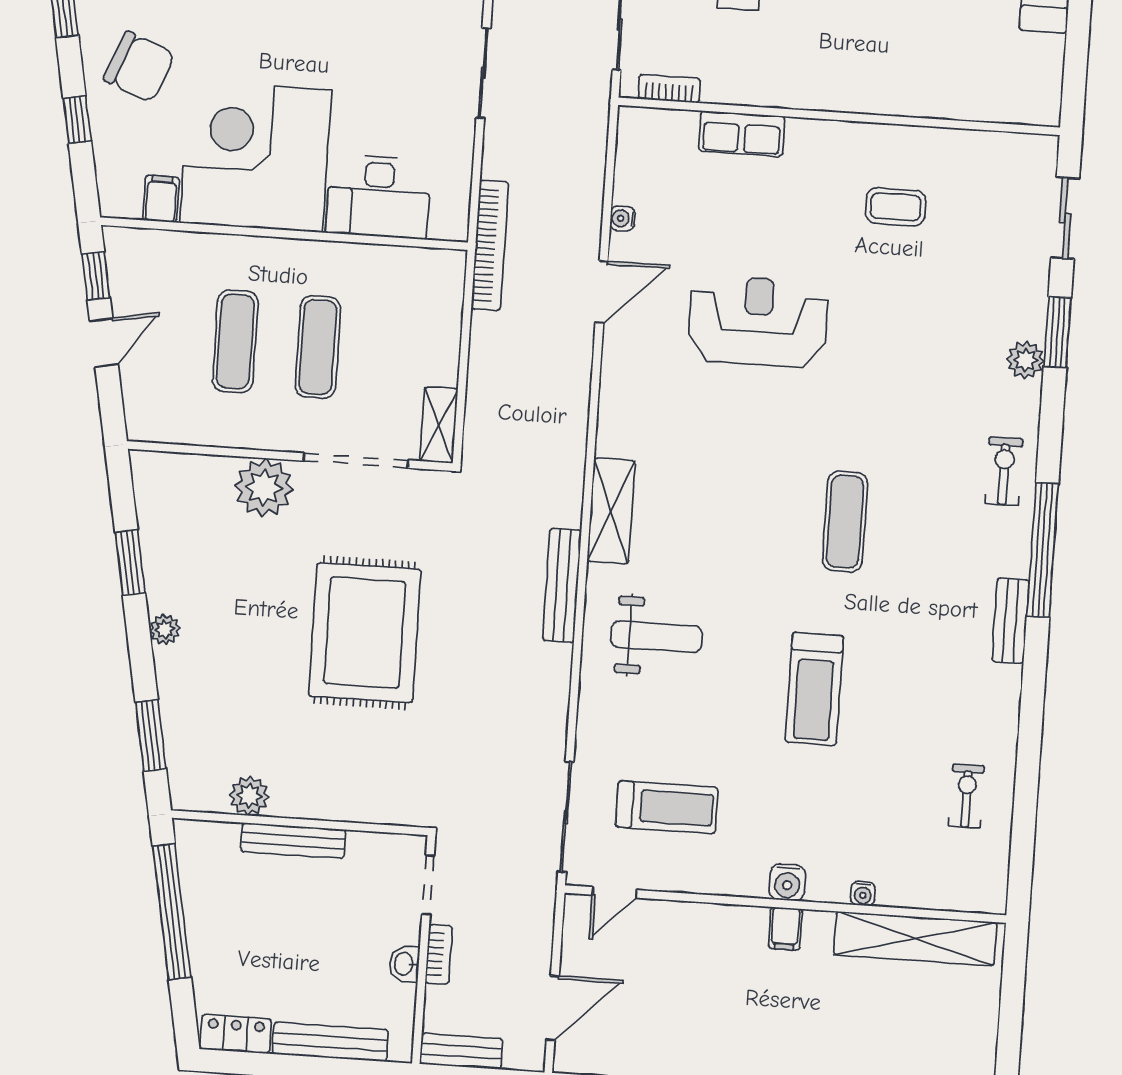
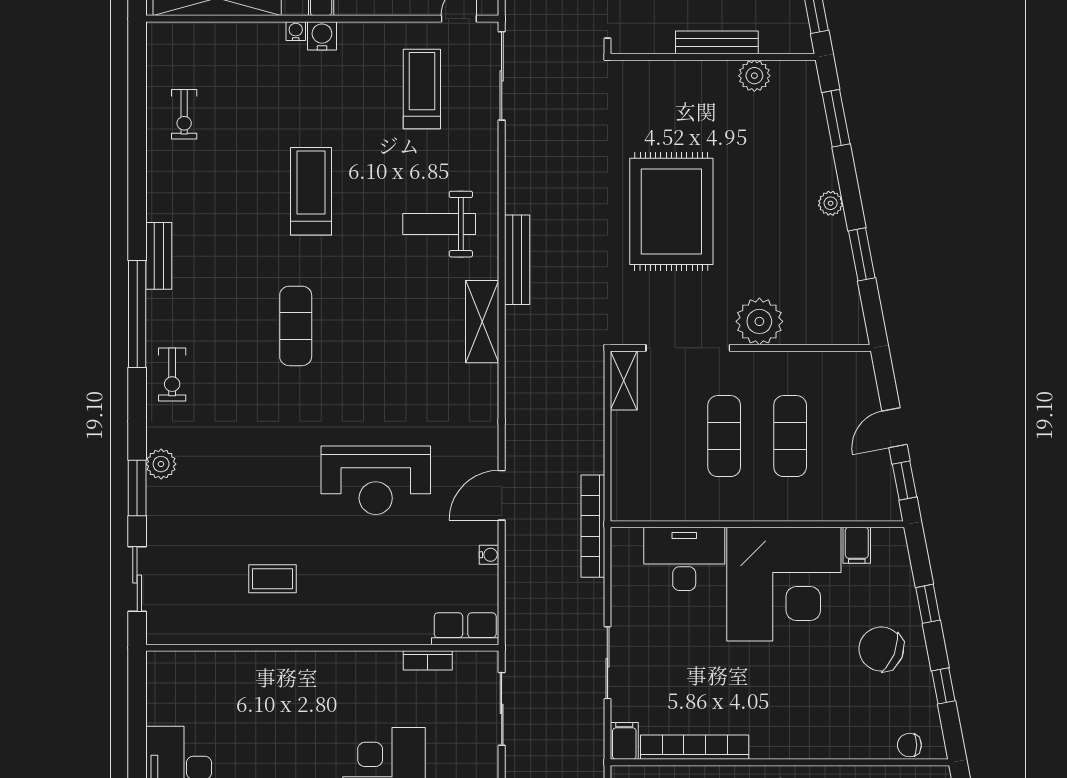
bookcase: (669, 89) -> (428, 660), moved
row of seats: (742, 133) -> (465, 629), moved
treadmill: (667, 807) -> (422, 89), turned 90
water cooler: (863, 894) -> (296, 31), moved

